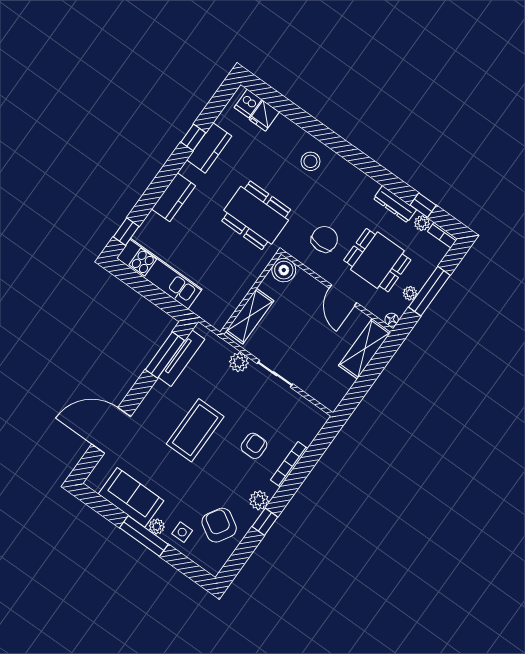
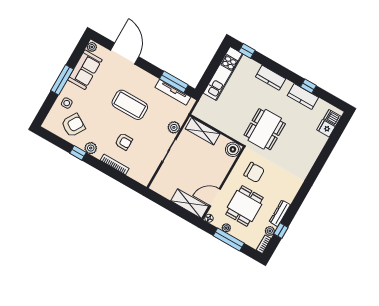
stool: (310, 161) -> (301, 159), removed
door: (343, 295) -> (215, 197), moved
plant: (157, 526) -> (92, 47), moved

